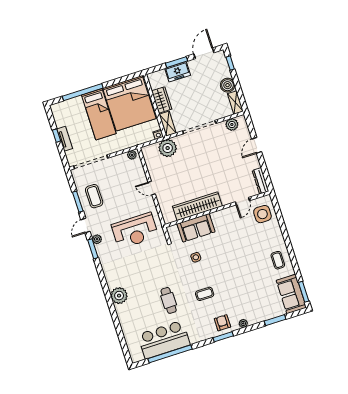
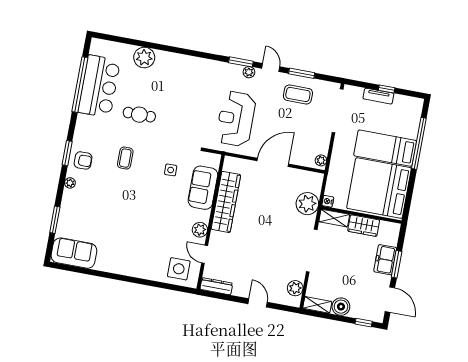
door: (152, 188) -> (273, 162), width x1.88
plant: (227, 214) -> (200, 230), added
coffee table: (278, 260) -> (119, 258), removed
window: (304, 292) -> (69, 268), removed
plant: (119, 296) -> (144, 58), moved

